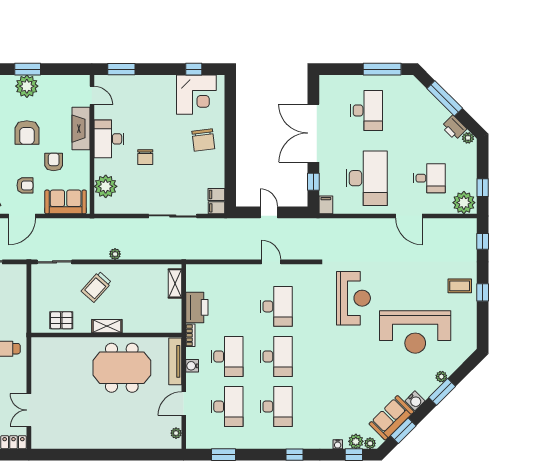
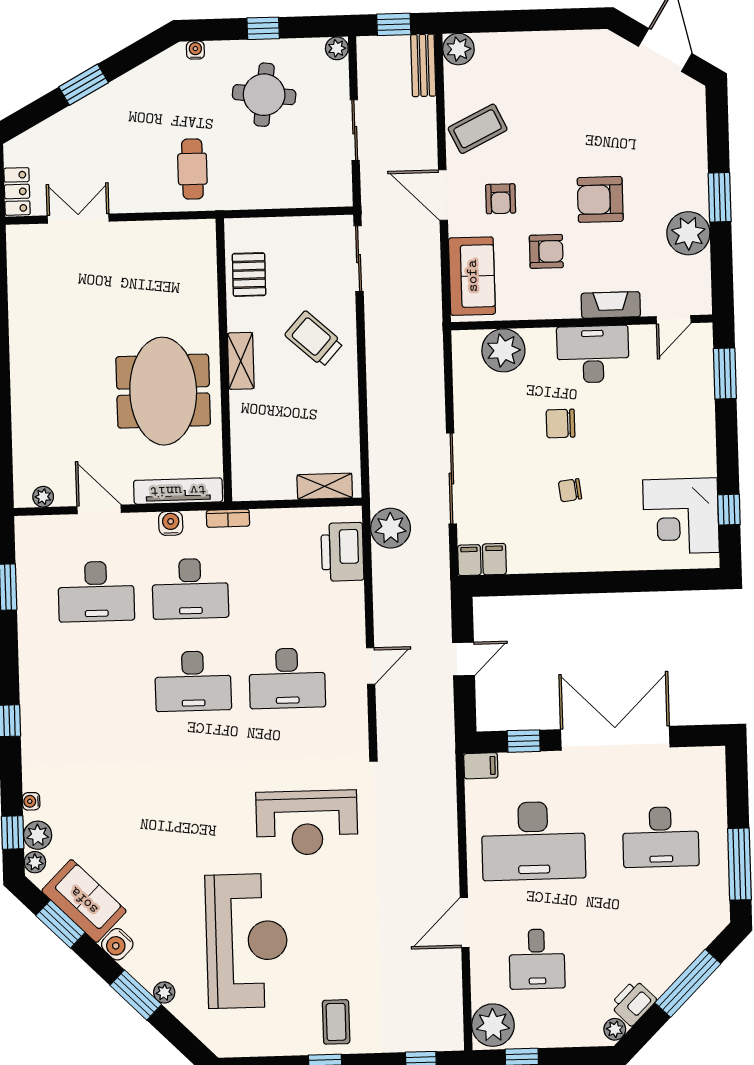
plant: (27, 86) -> (688, 233), moved
fireplace: (81, 129) -> (611, 305), width x0.73, depth x0.76
chair: (203, 140) -> (570, 490), moved, width x0.54, depth x0.54
plant: (115, 254) -> (391, 528), moved, width x1.88, depth x1.88
printer: (197, 307) -> (342, 552), moved, turned 90
reception desk: (415, 332) -> (247, 941), turned 180
desk: (276, 407) -> (99, 684), removed

